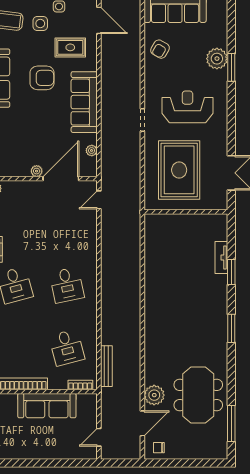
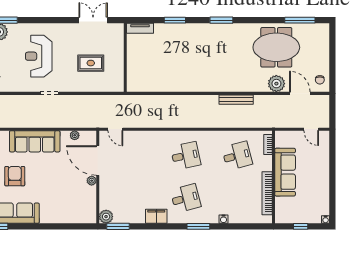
rug: (179, 170) -> (91, 63), width x0.54, depth x0.49
tv unit: (221, 257) -> (140, 28), moved
bench: (106, 366) -> (236, 100), moved

